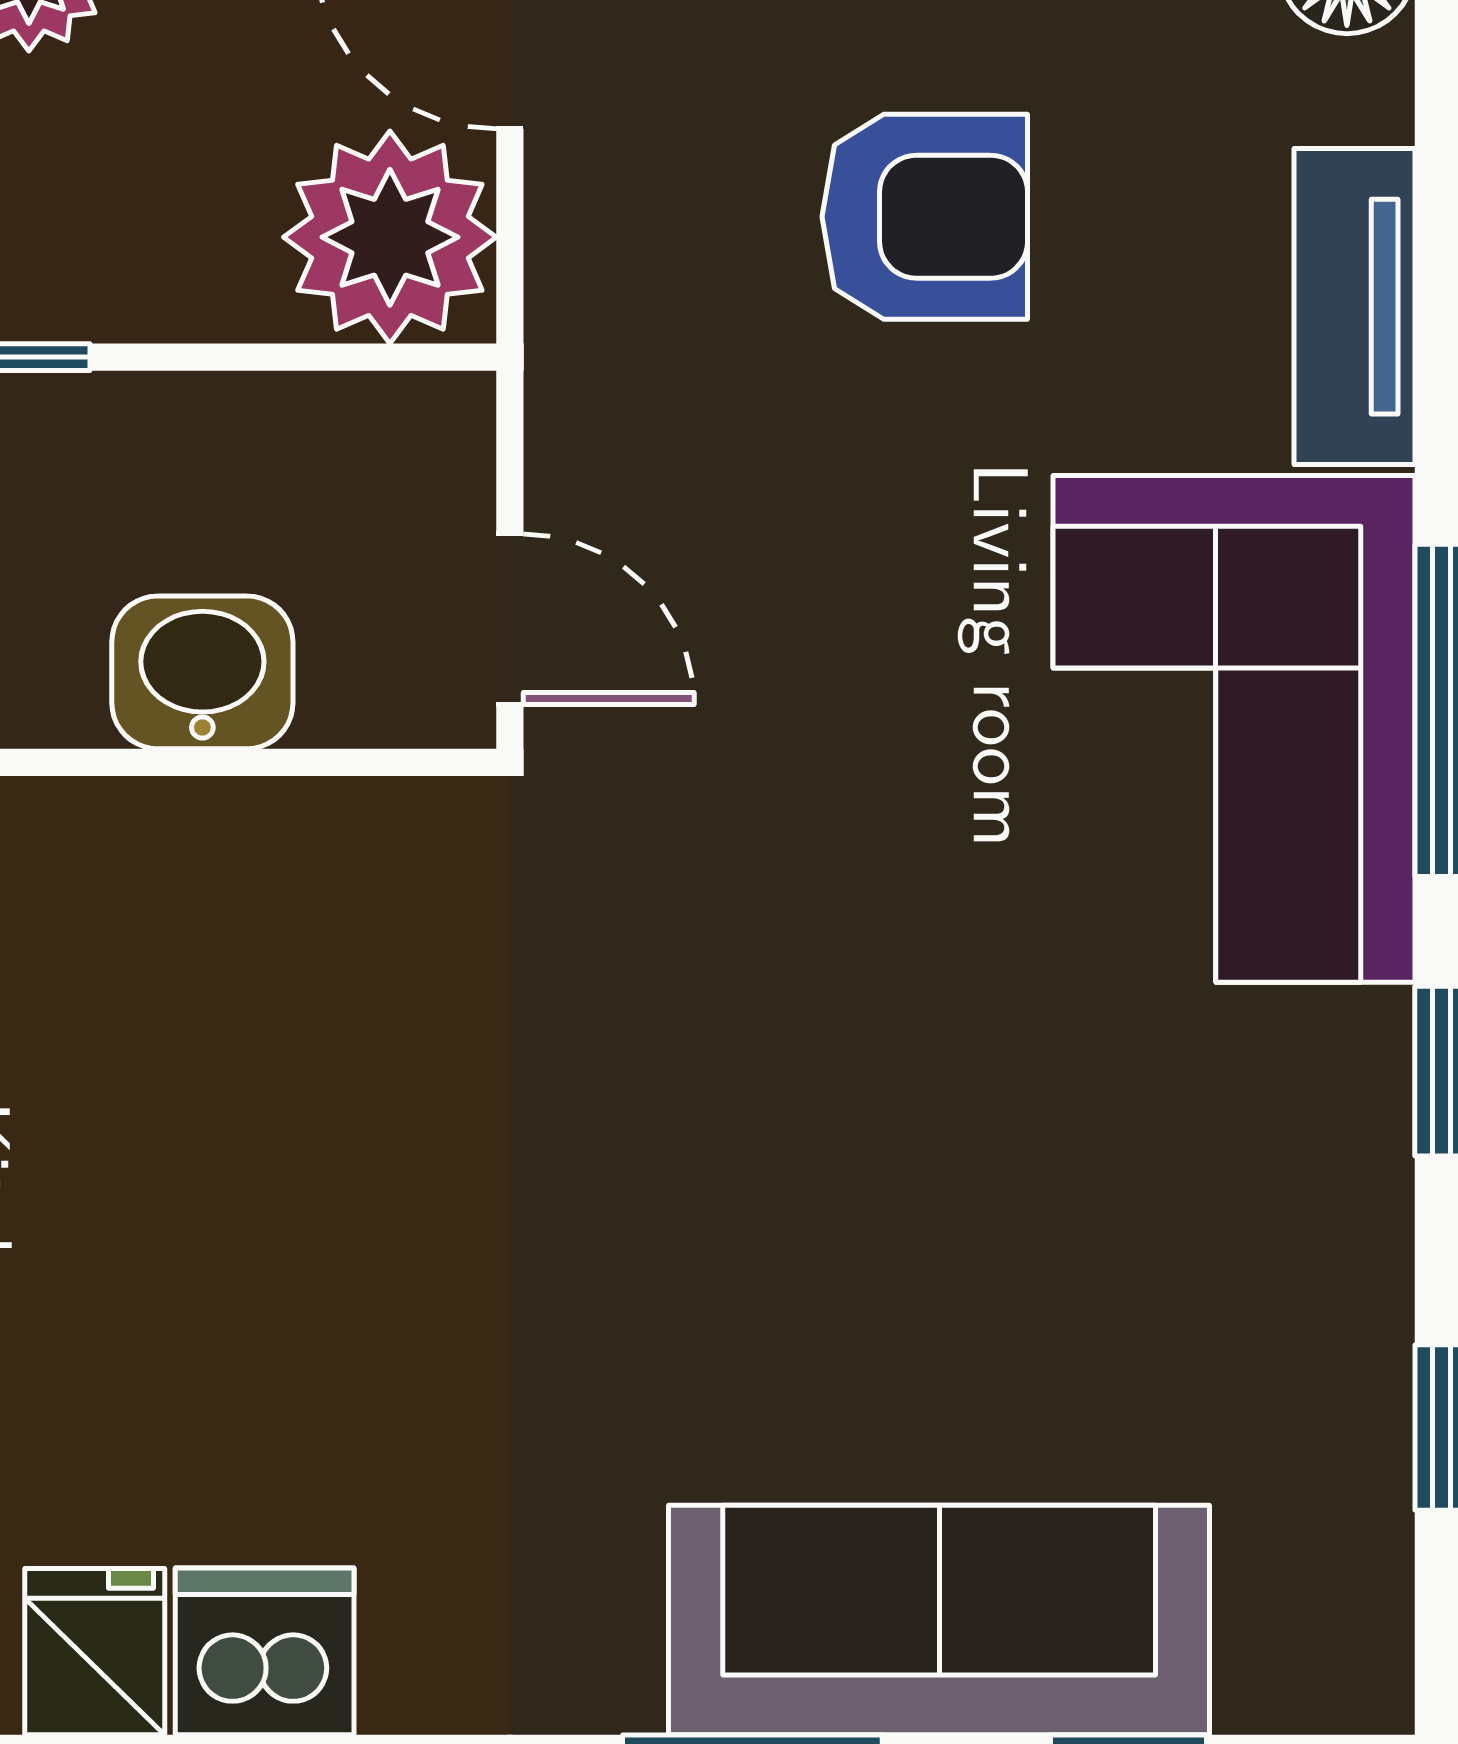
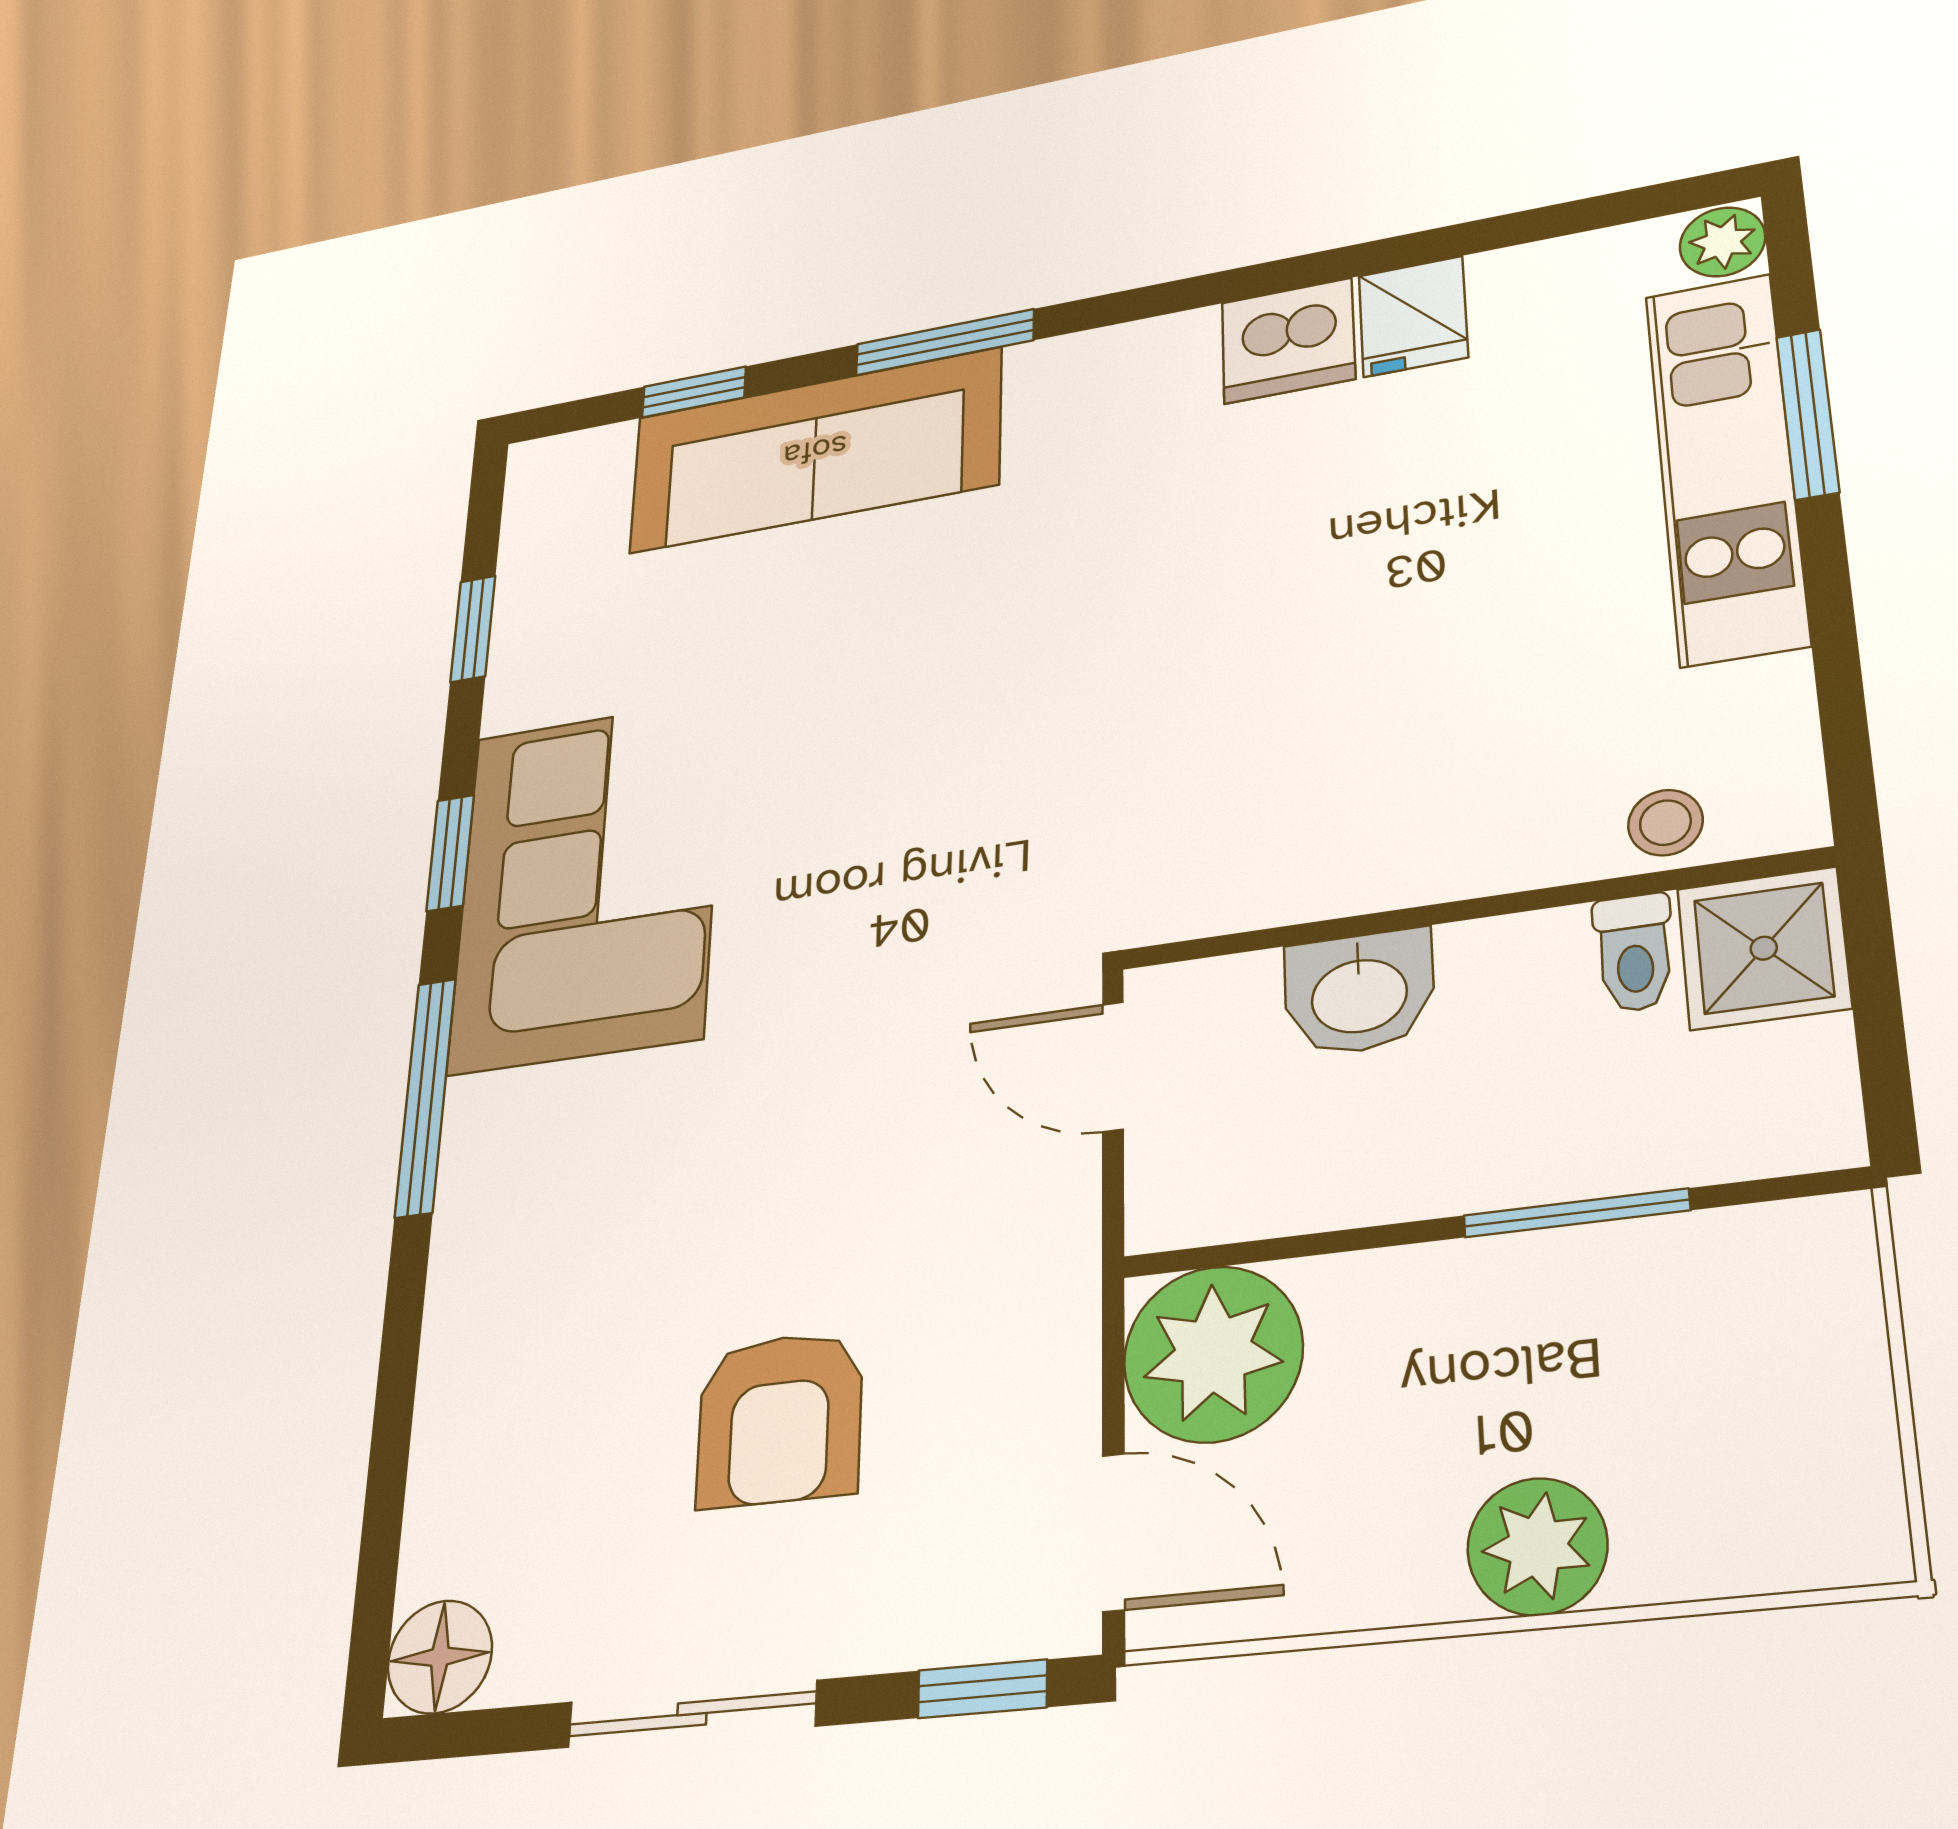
armchair: (925, 217) -> (780, 1419), turned -90
tv unit: (1354, 307) -> (459, 1385), removed
corner sofa: (1234, 729) -> (587, 884), moved

